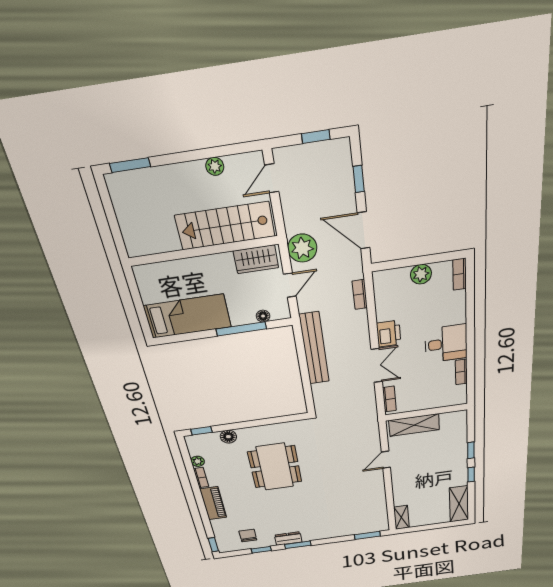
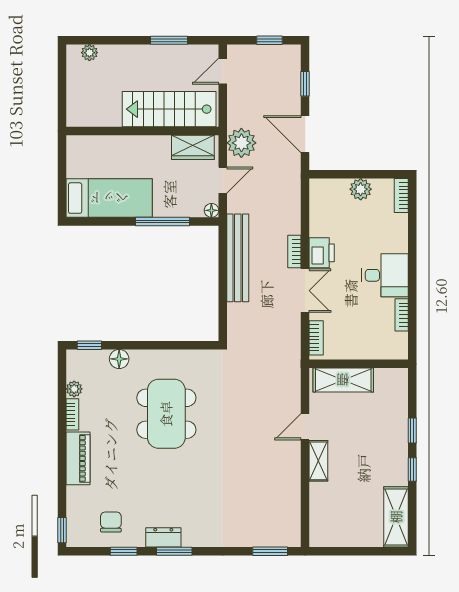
window: (130, 165) -> (169, 40), moved
plant: (215, 166) -> (89, 53), moved
bookcase: (360, 294) -> (294, 251), moved
floor lamp: (263, 316) -> (211, 210), moved
shelving: (401, 517) -> (318, 461), moved

